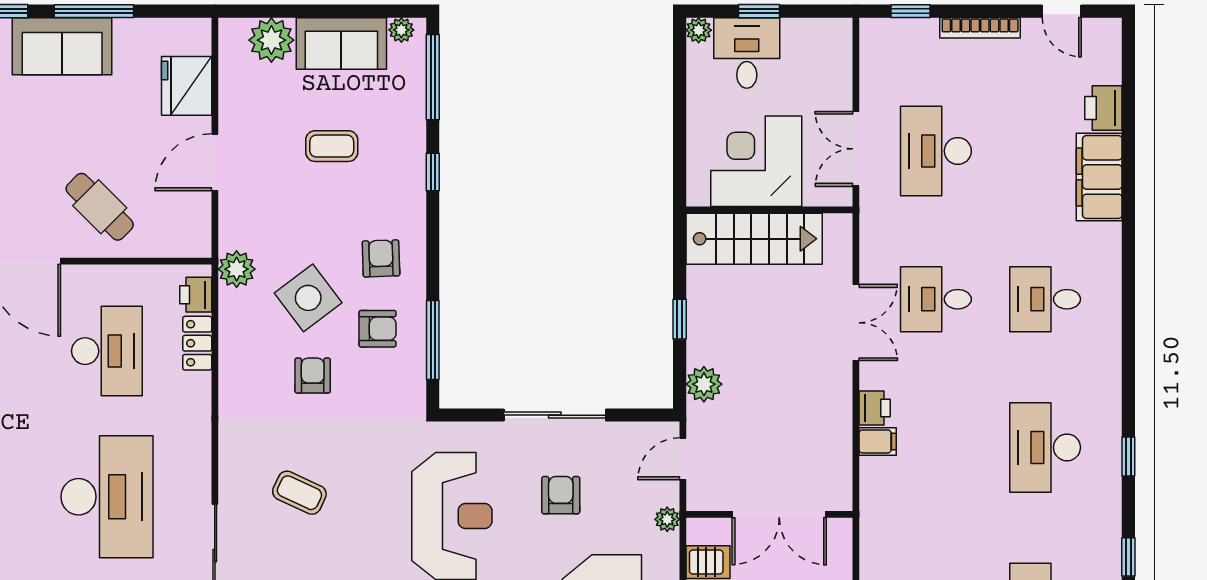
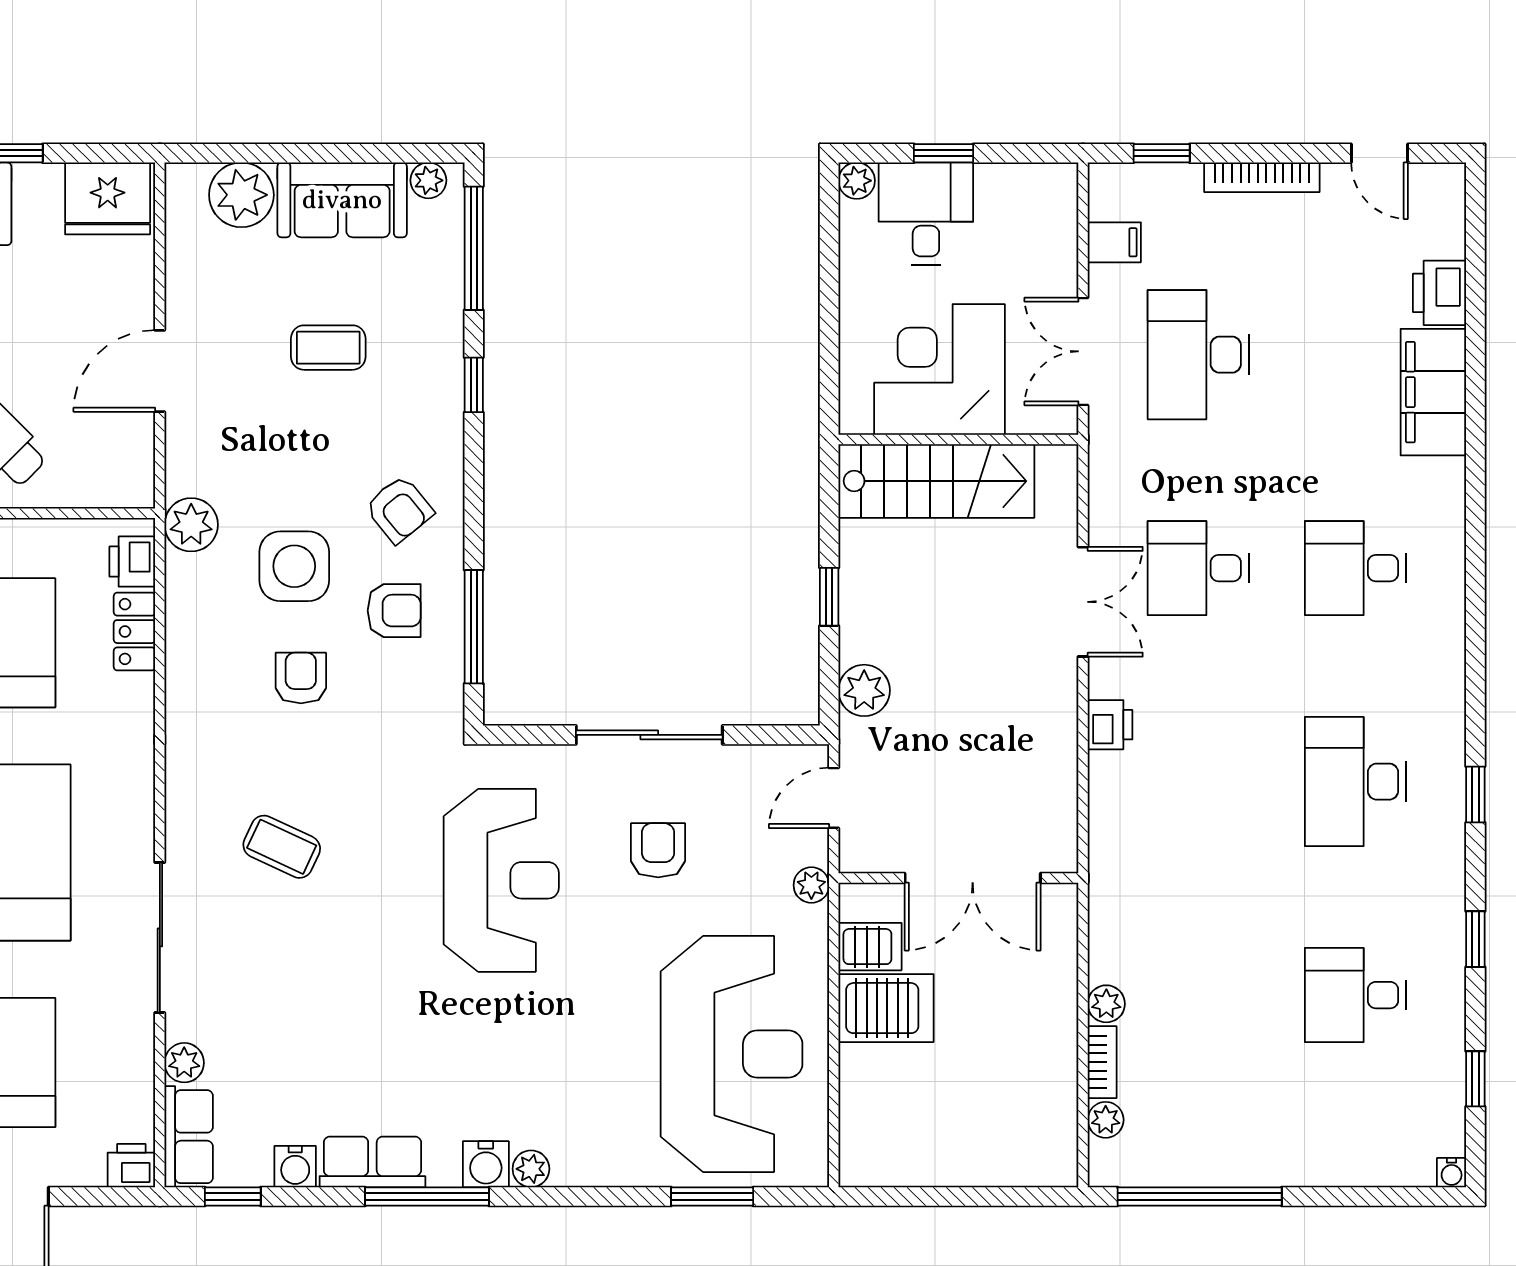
fridge: (187, 86) -> (108, 198), moved, turned -90
armchair: (381, 258) -> (399, 509), turned 143
side table: (308, 298) -> (294, 566), turned 37
filing cabinet: (878, 441) -> (1114, 242), moved

